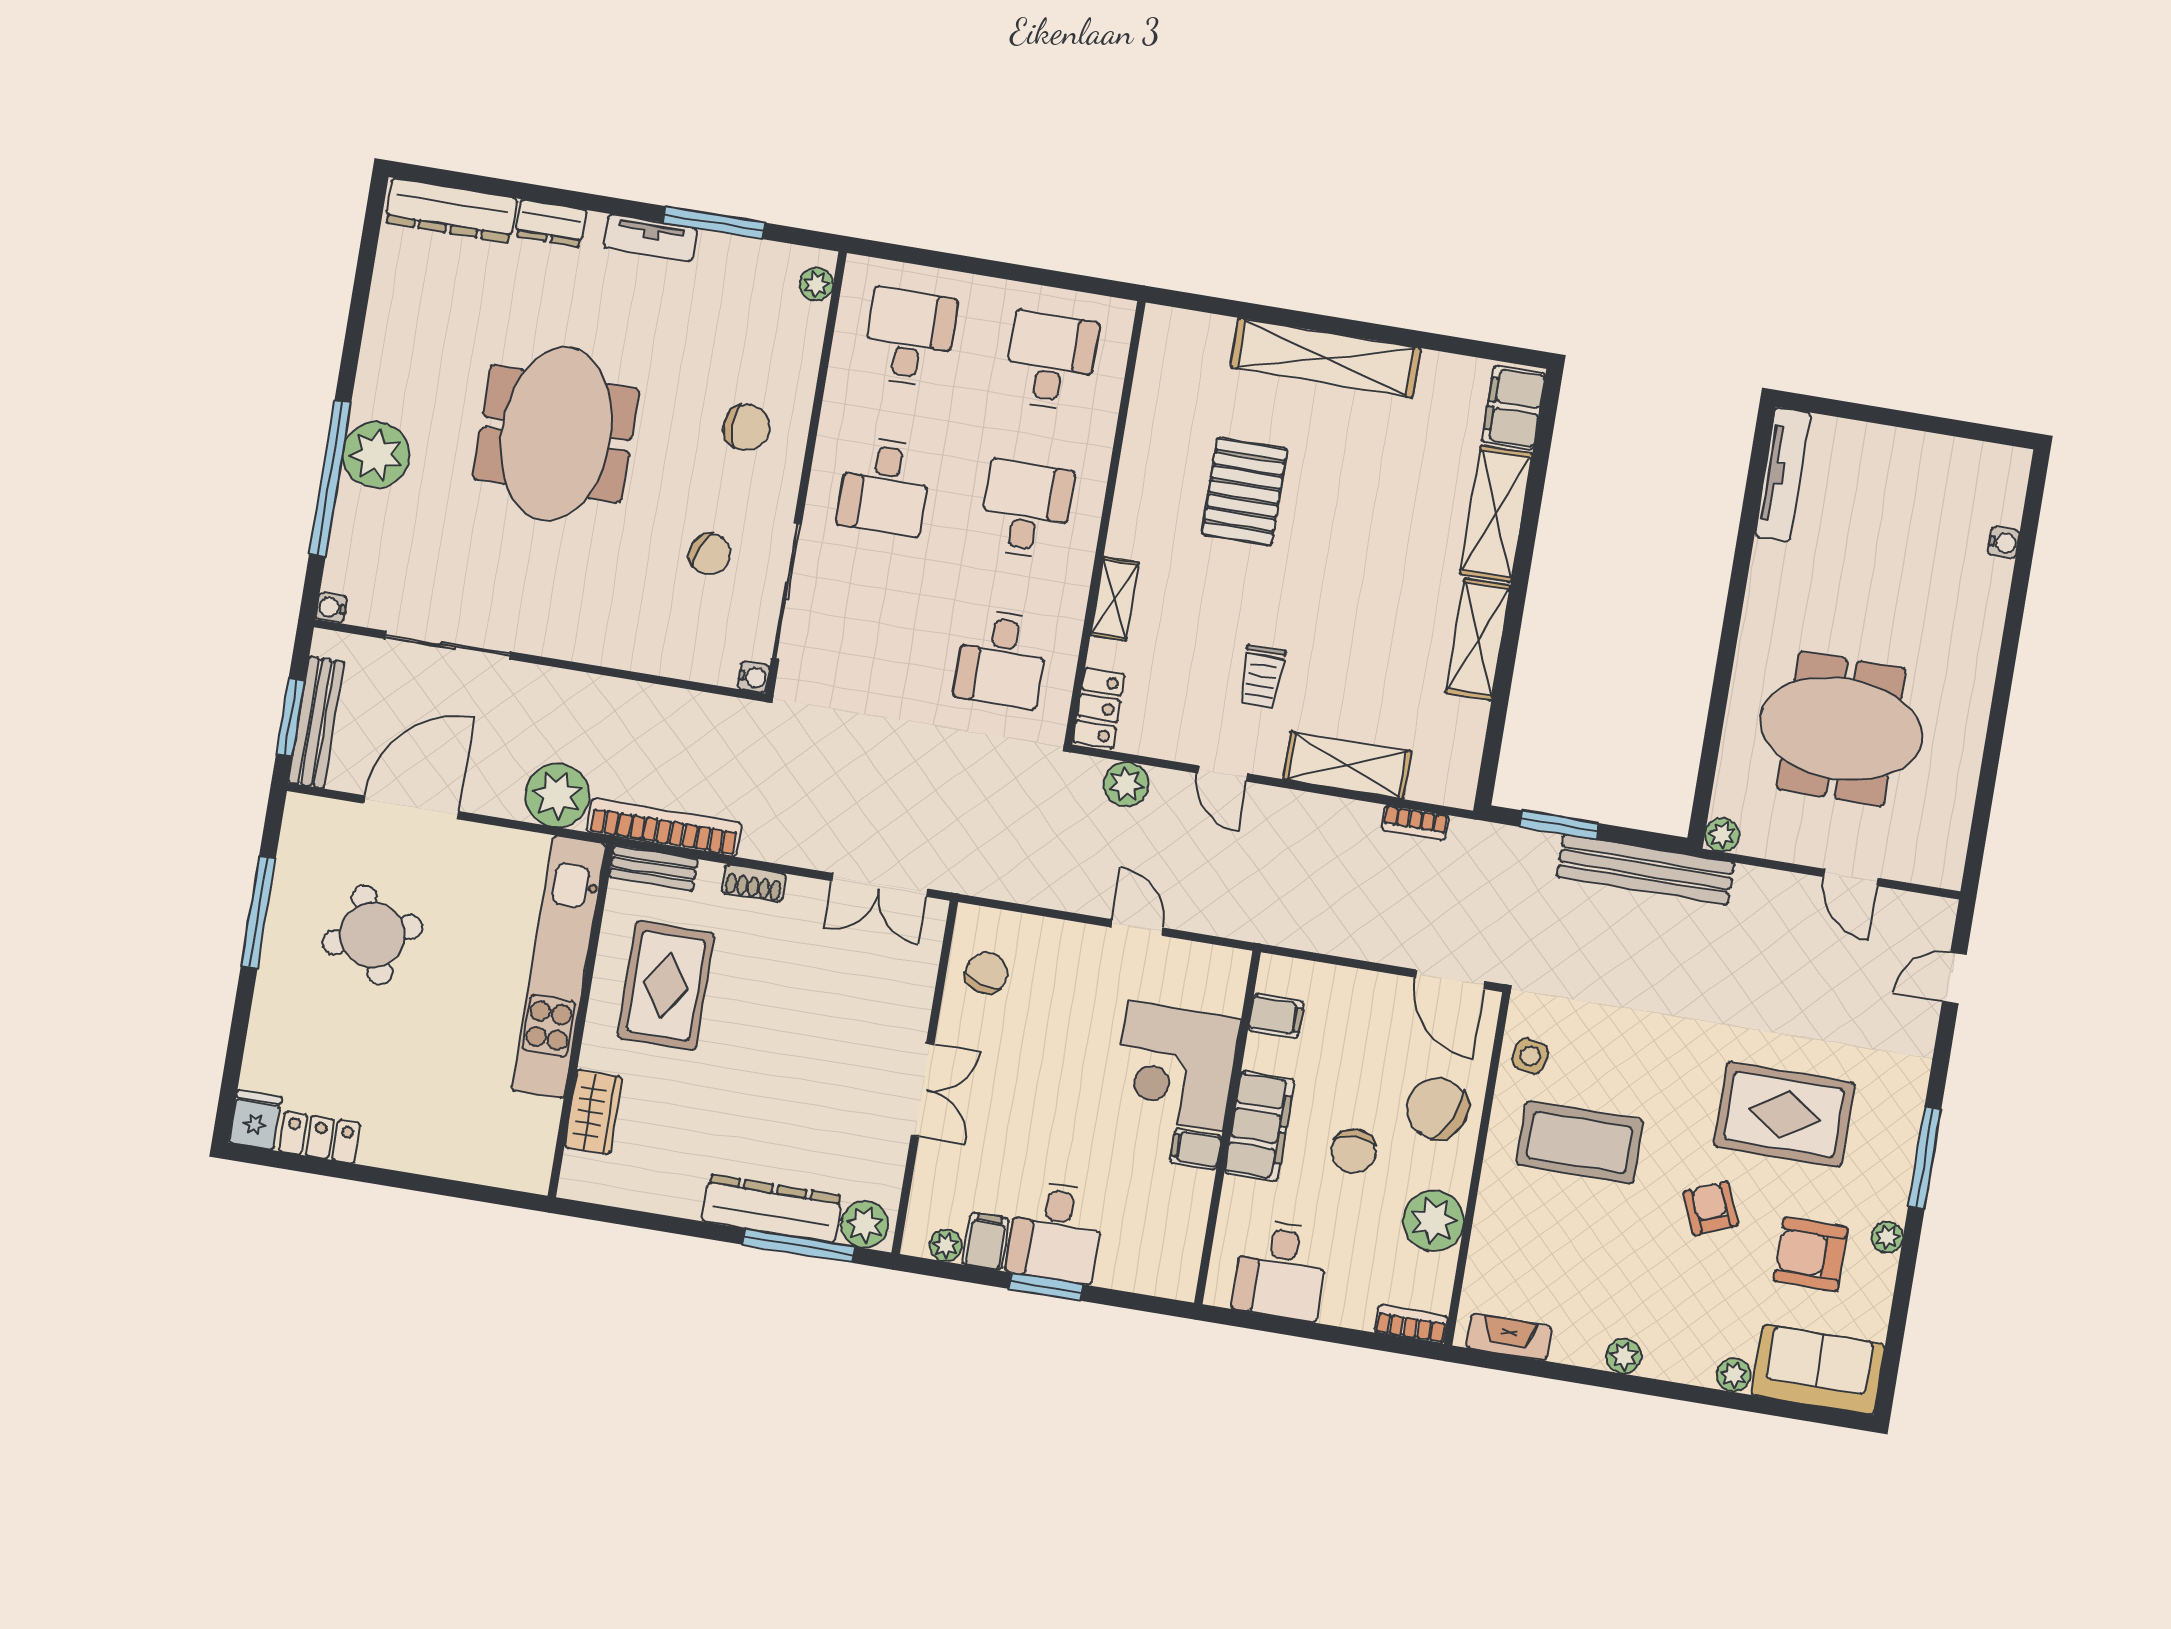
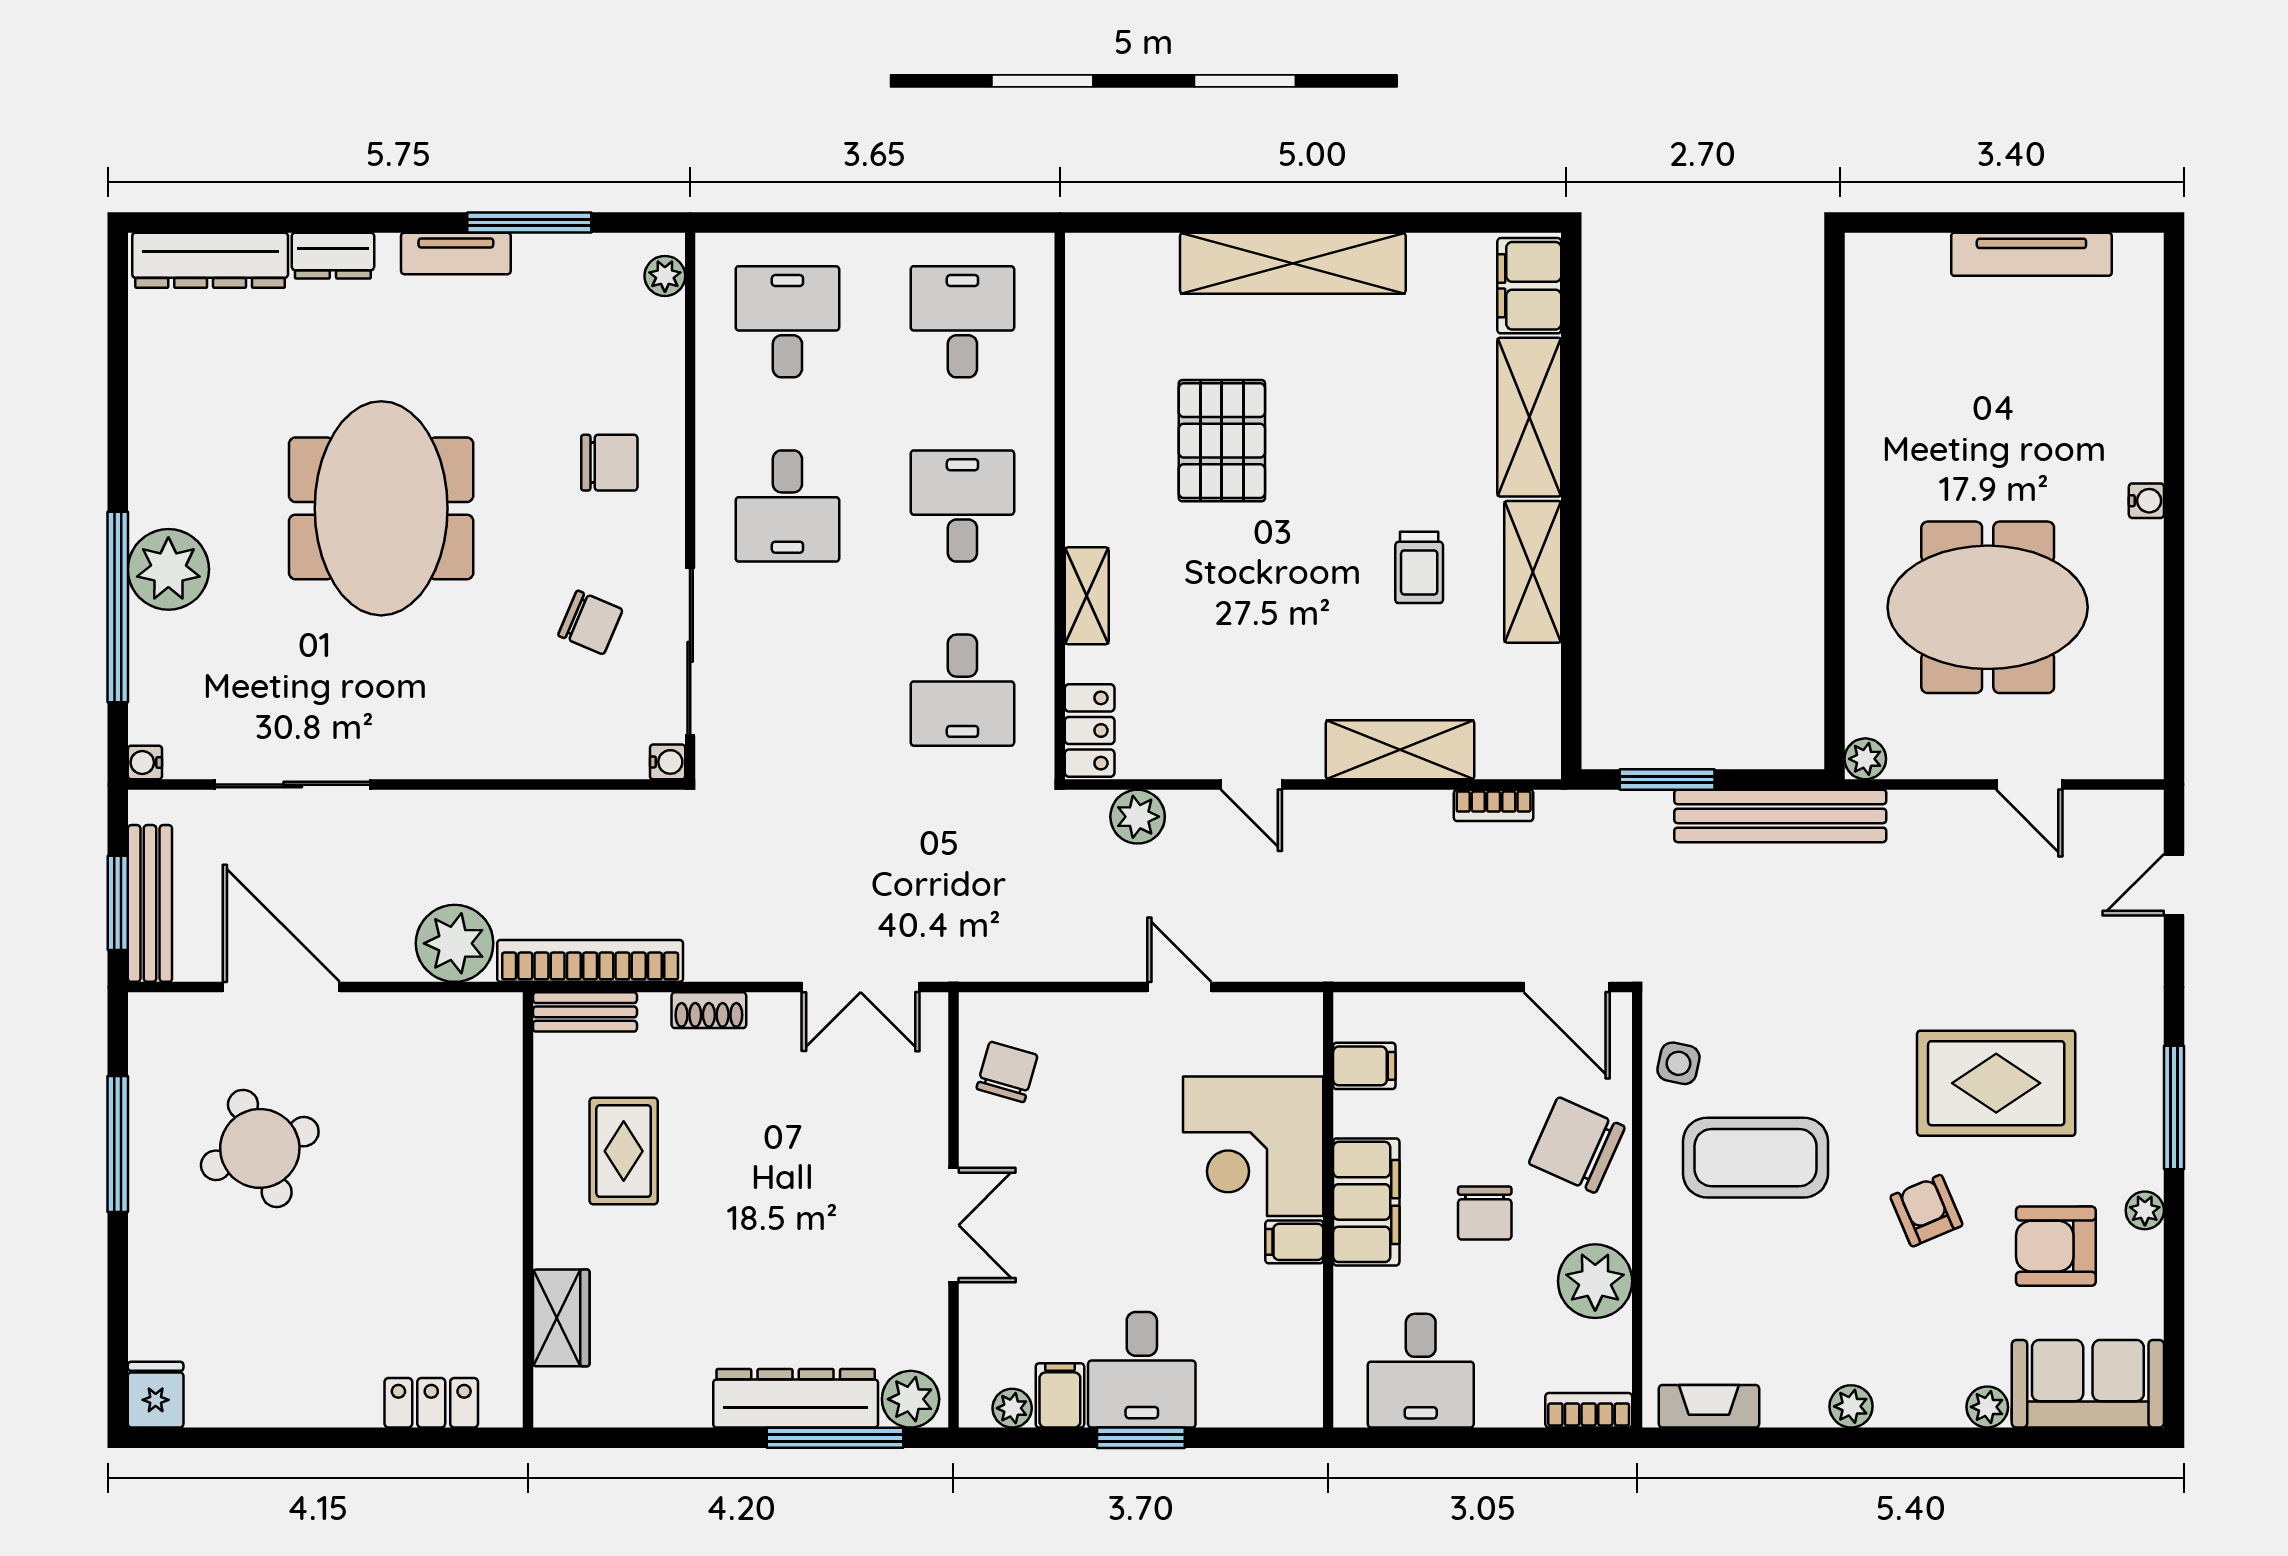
tv unit: (1783, 474) -> (2031, 254), moved, turned 90
water cooler: (2004, 543) -> (2146, 501), moved
trolley: (1262, 677) -> (1419, 567), moved
door: (411, 807) -> (281, 987), hinge flipped
kitchen unit: (559, 967) -> (490, 1150), removed
rug: (666, 986) -> (624, 1151), width x0.73, depth x0.70
locker: (320, 1137) -> (431, 1403), moved

